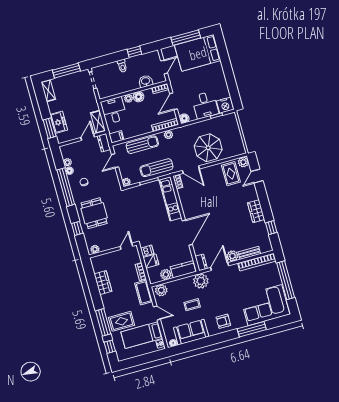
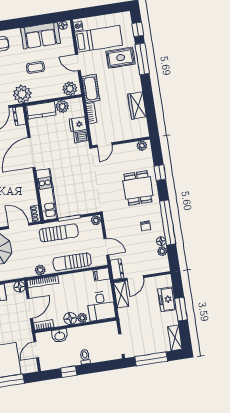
window: (50, 128) -> (181, 309), moved
door: (115, 161) -> (106, 247), hinge flipped

